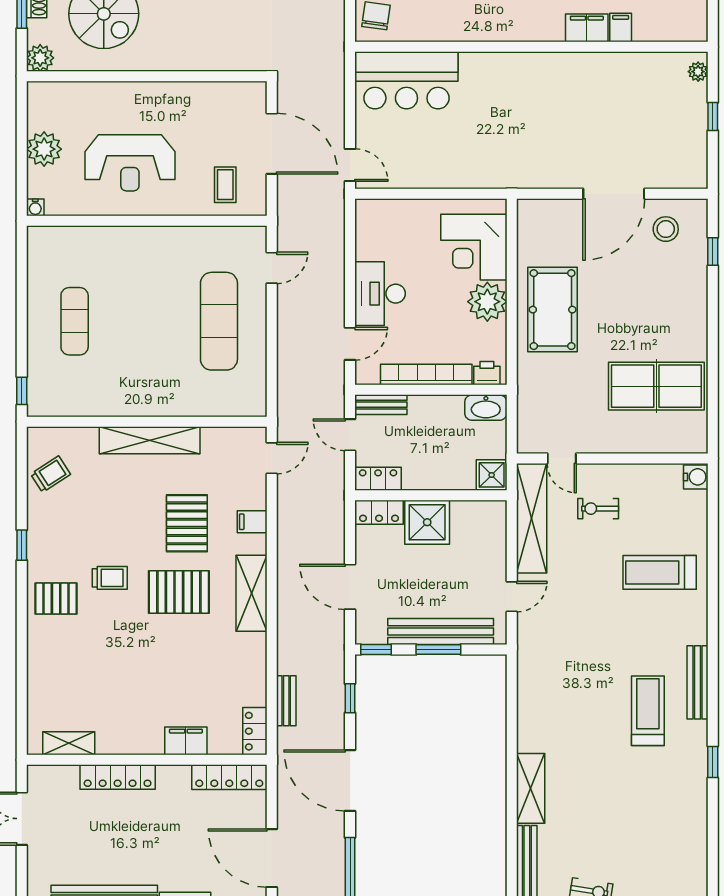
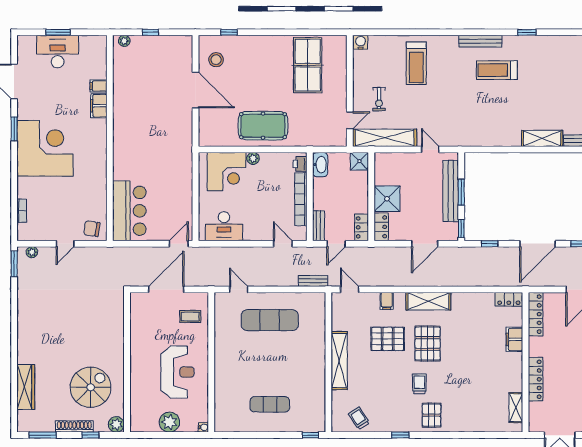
desk: (380, 294) -> (224, 226), moved
plant: (487, 302) -> (253, 158), width x0.53, depth x0.53
bench: (286, 701) -> (313, 281), moved

